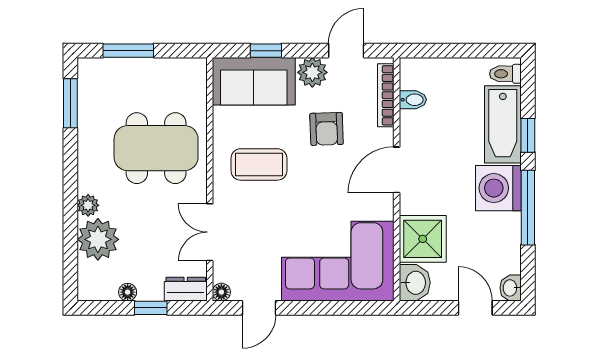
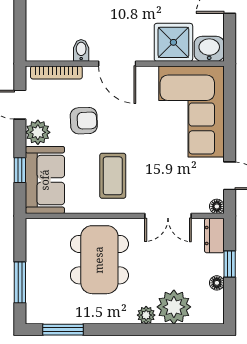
bidet: (413, 100) -> (81, 50), moved

